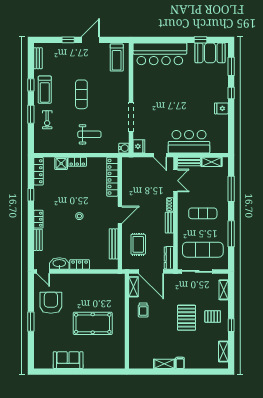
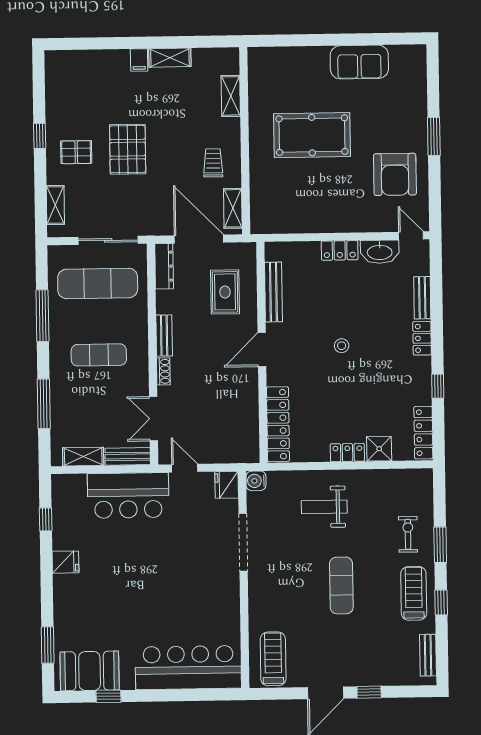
window: (231, 93) -> (46, 519), moved
shelving: (223, 351) -> (231, 96), moved

